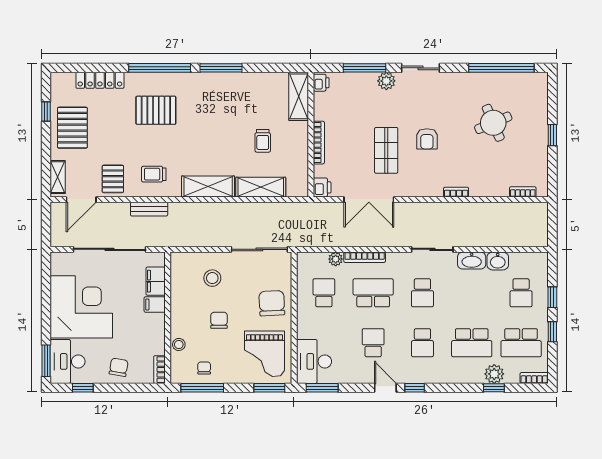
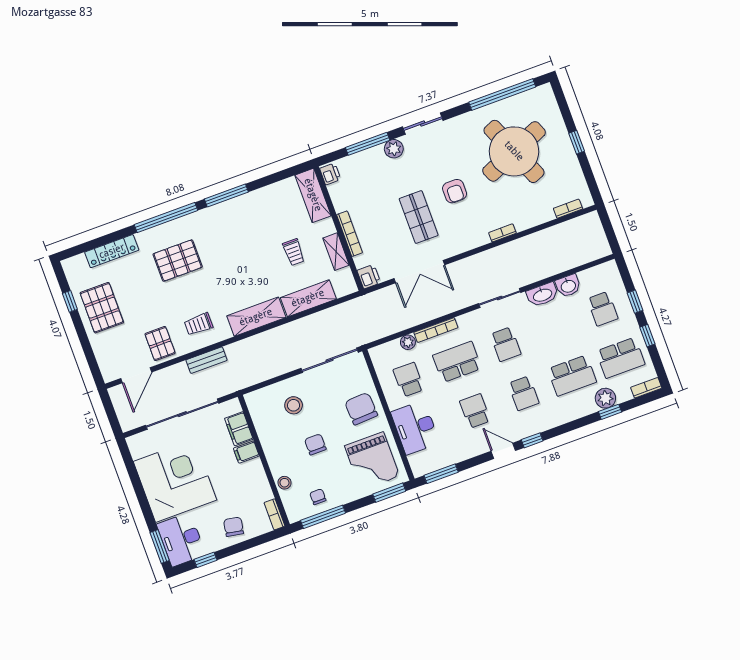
round table: (493, 123) -> (514, 151), width x1.86, depth x1.86
shelving: (58, 177) -> (336, 252), moved
desk: (314, 361) -> (415, 428), moved

